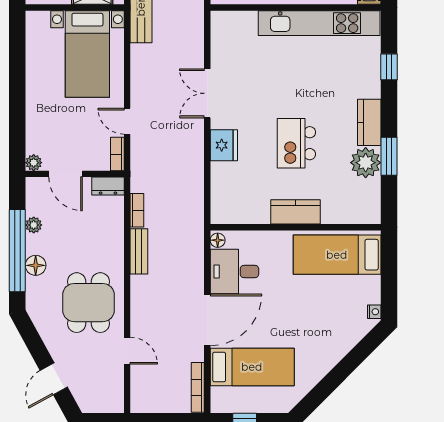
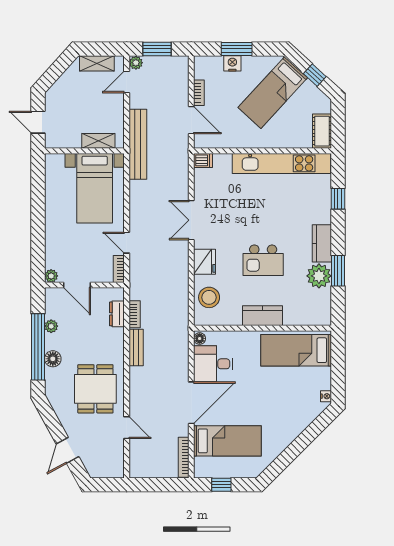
dishwasher: (222, 19) -> (203, 160), added
kitchen island: (296, 143) -> (263, 260), turned -90
dresser: (108, 186) -> (117, 314), moved, turned 90
stool: (229, 189) -> (209, 297), added

